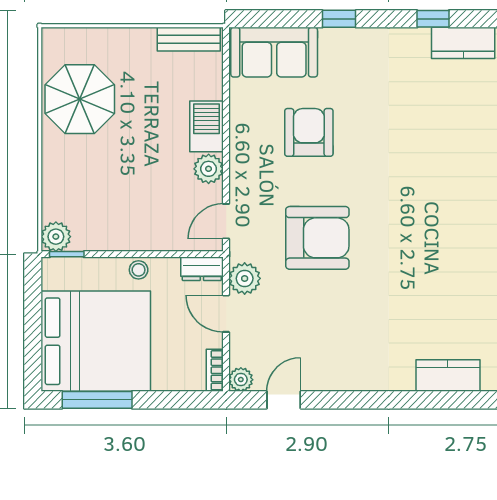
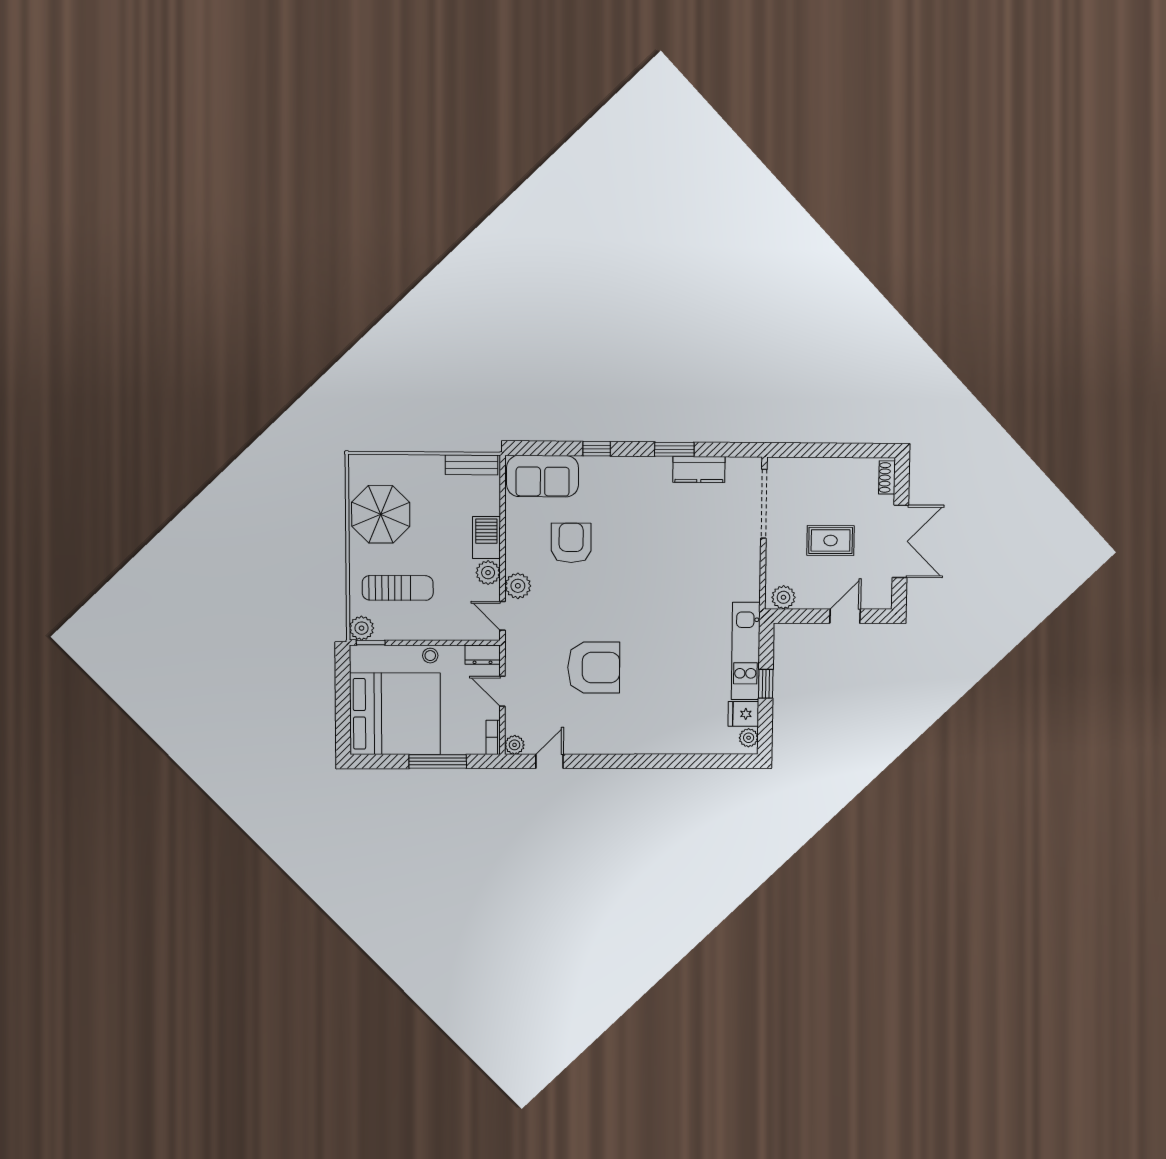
window: (433, 19) -> (674, 449), width x1.50
sun lounger: (100, 188) -> (398, 588), added
door: (226, 221) -> (502, 616), hinge flipped
armchair: (317, 238) -> (594, 668), moved
plant: (245, 278) -> (518, 586), moved
kitchen counter: (448, 376) -> (684, 742), removed
window: (97, 400) -> (438, 761), moved

